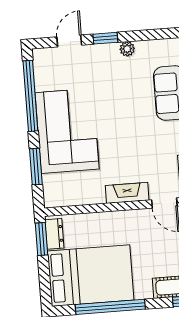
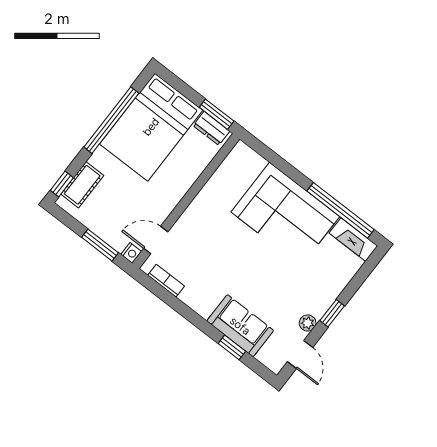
door: (69, 41) -> (300, 355), moved
window: (36, 167) -> (279, 163), removed
fireplace: (127, 193) -> (353, 240), moved, turned 90

